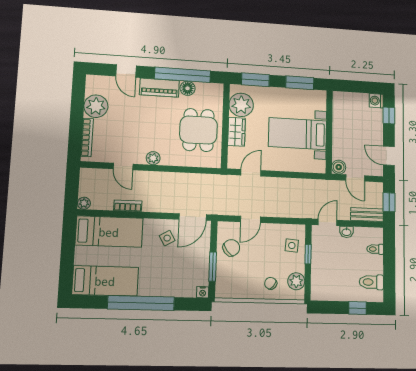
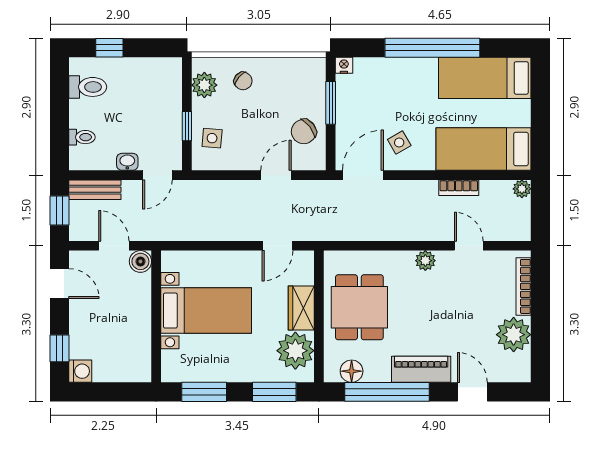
floor lamp: (188, 88) -> (352, 371), moved

